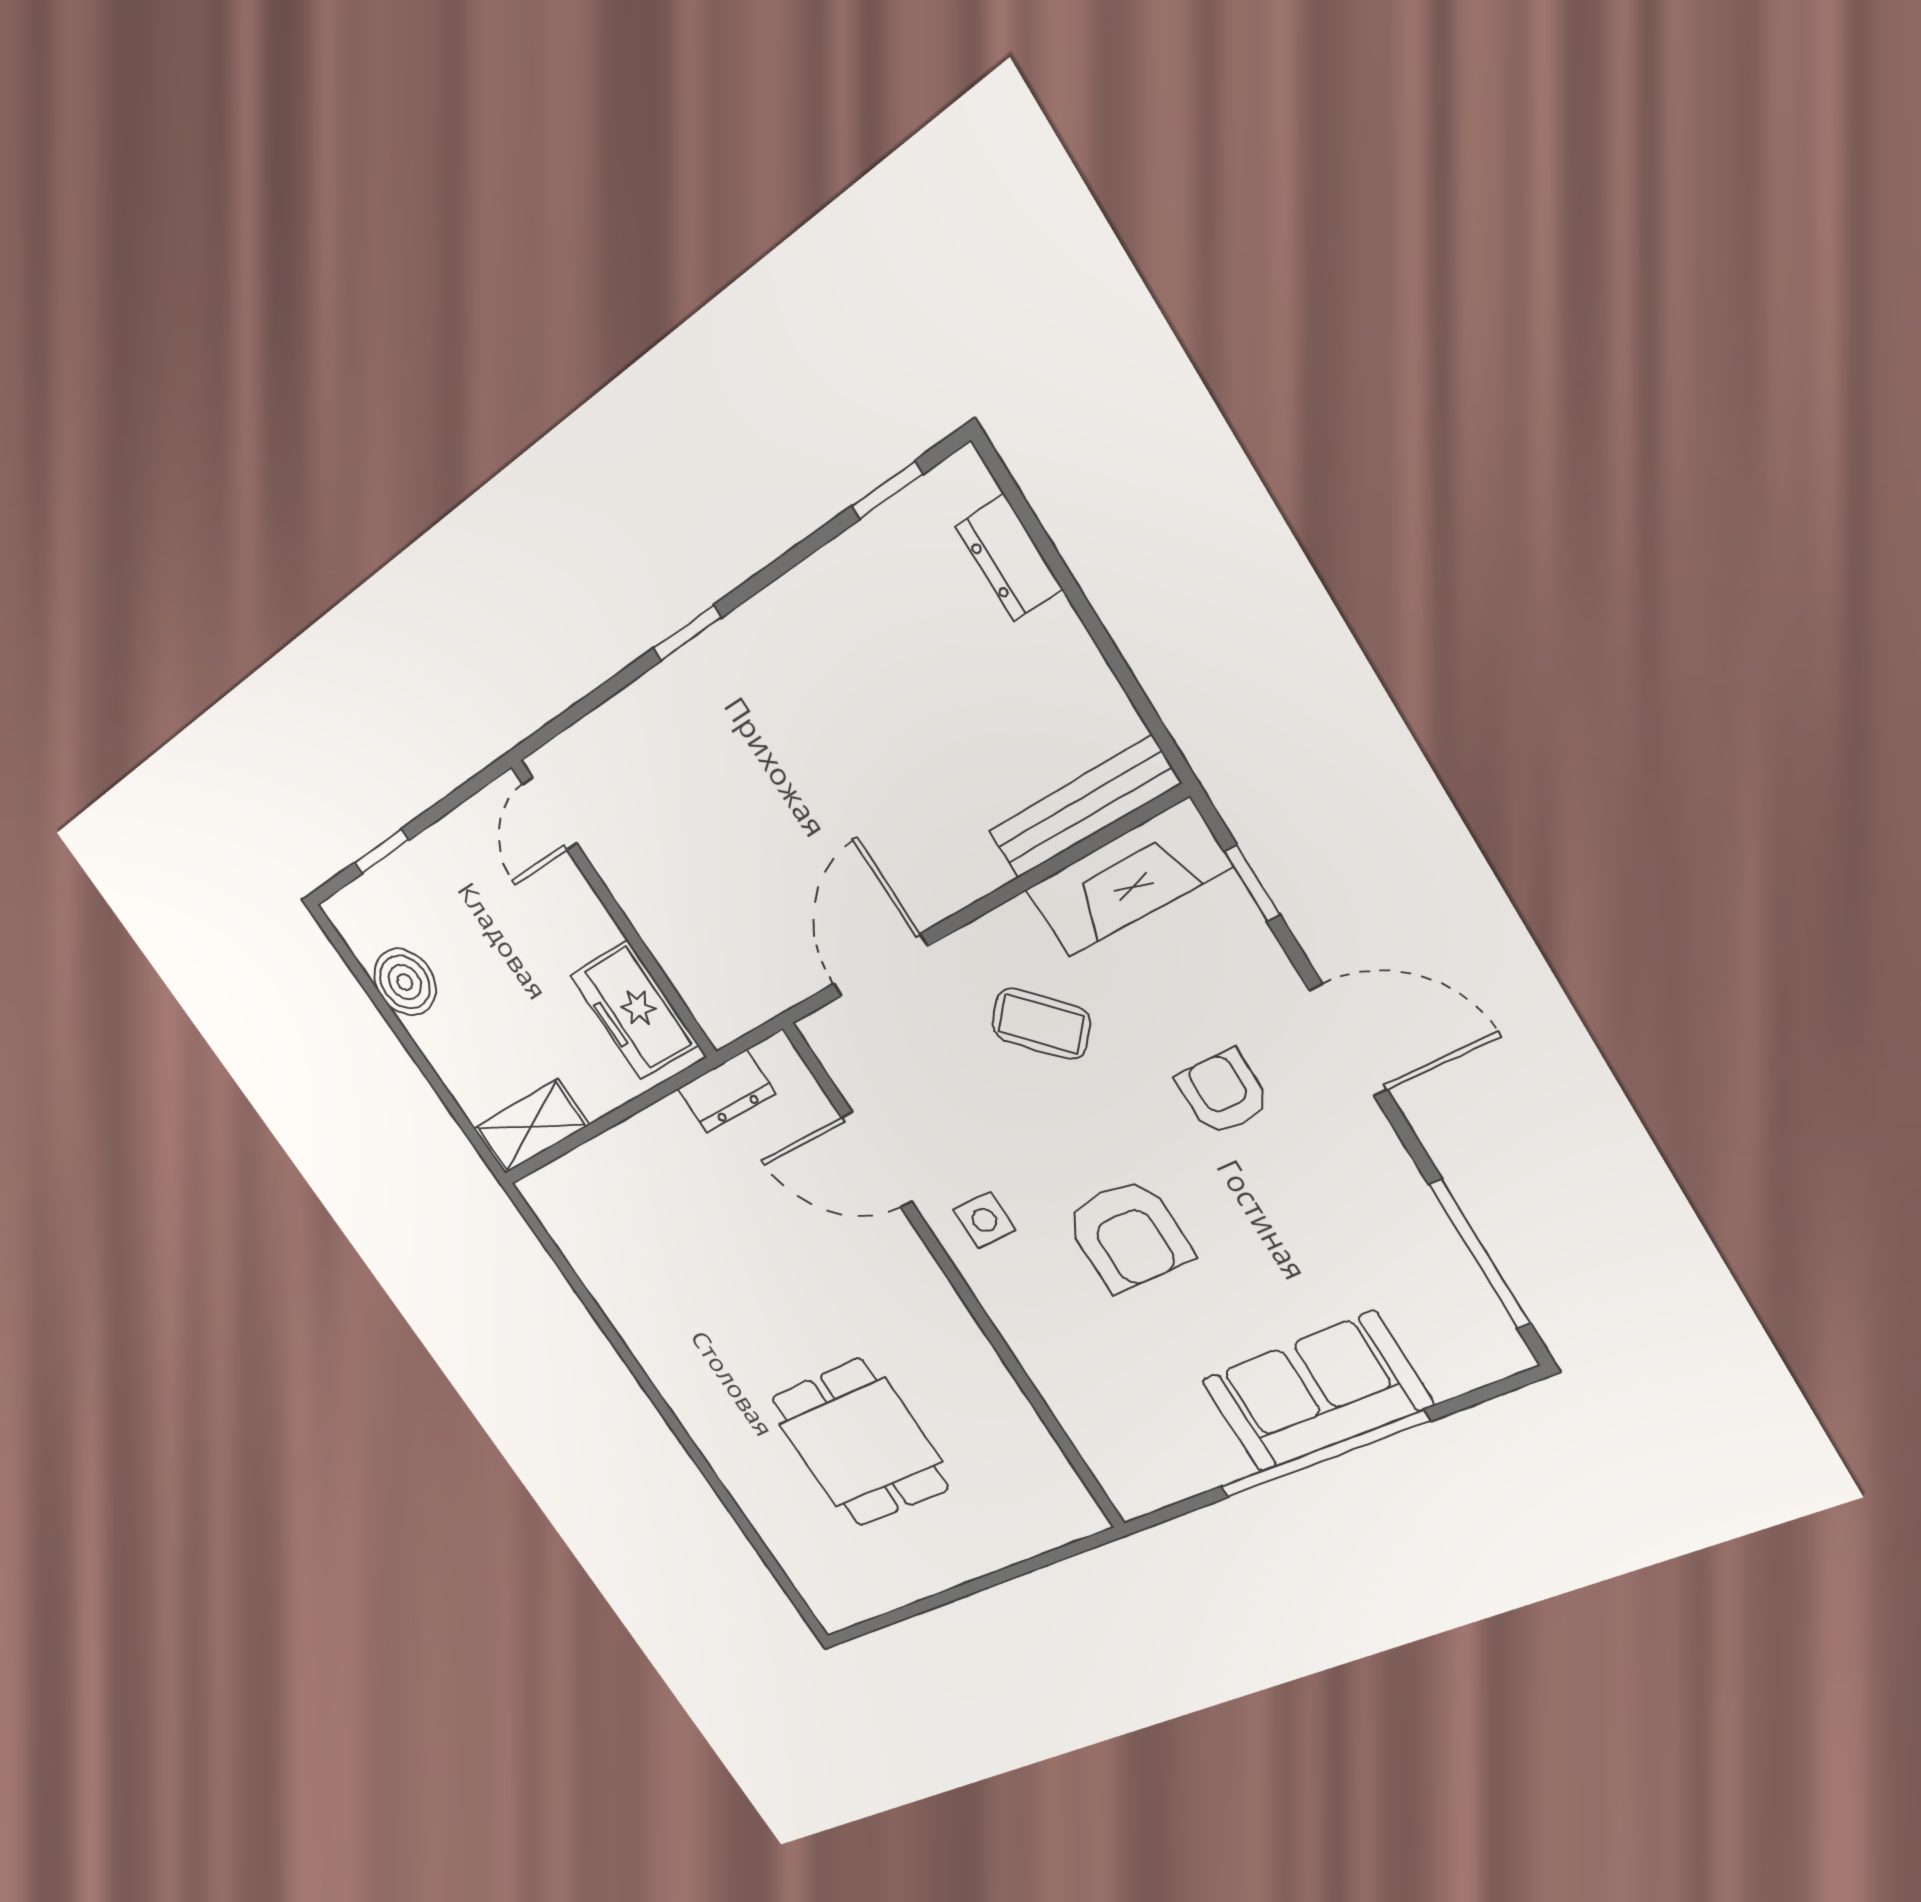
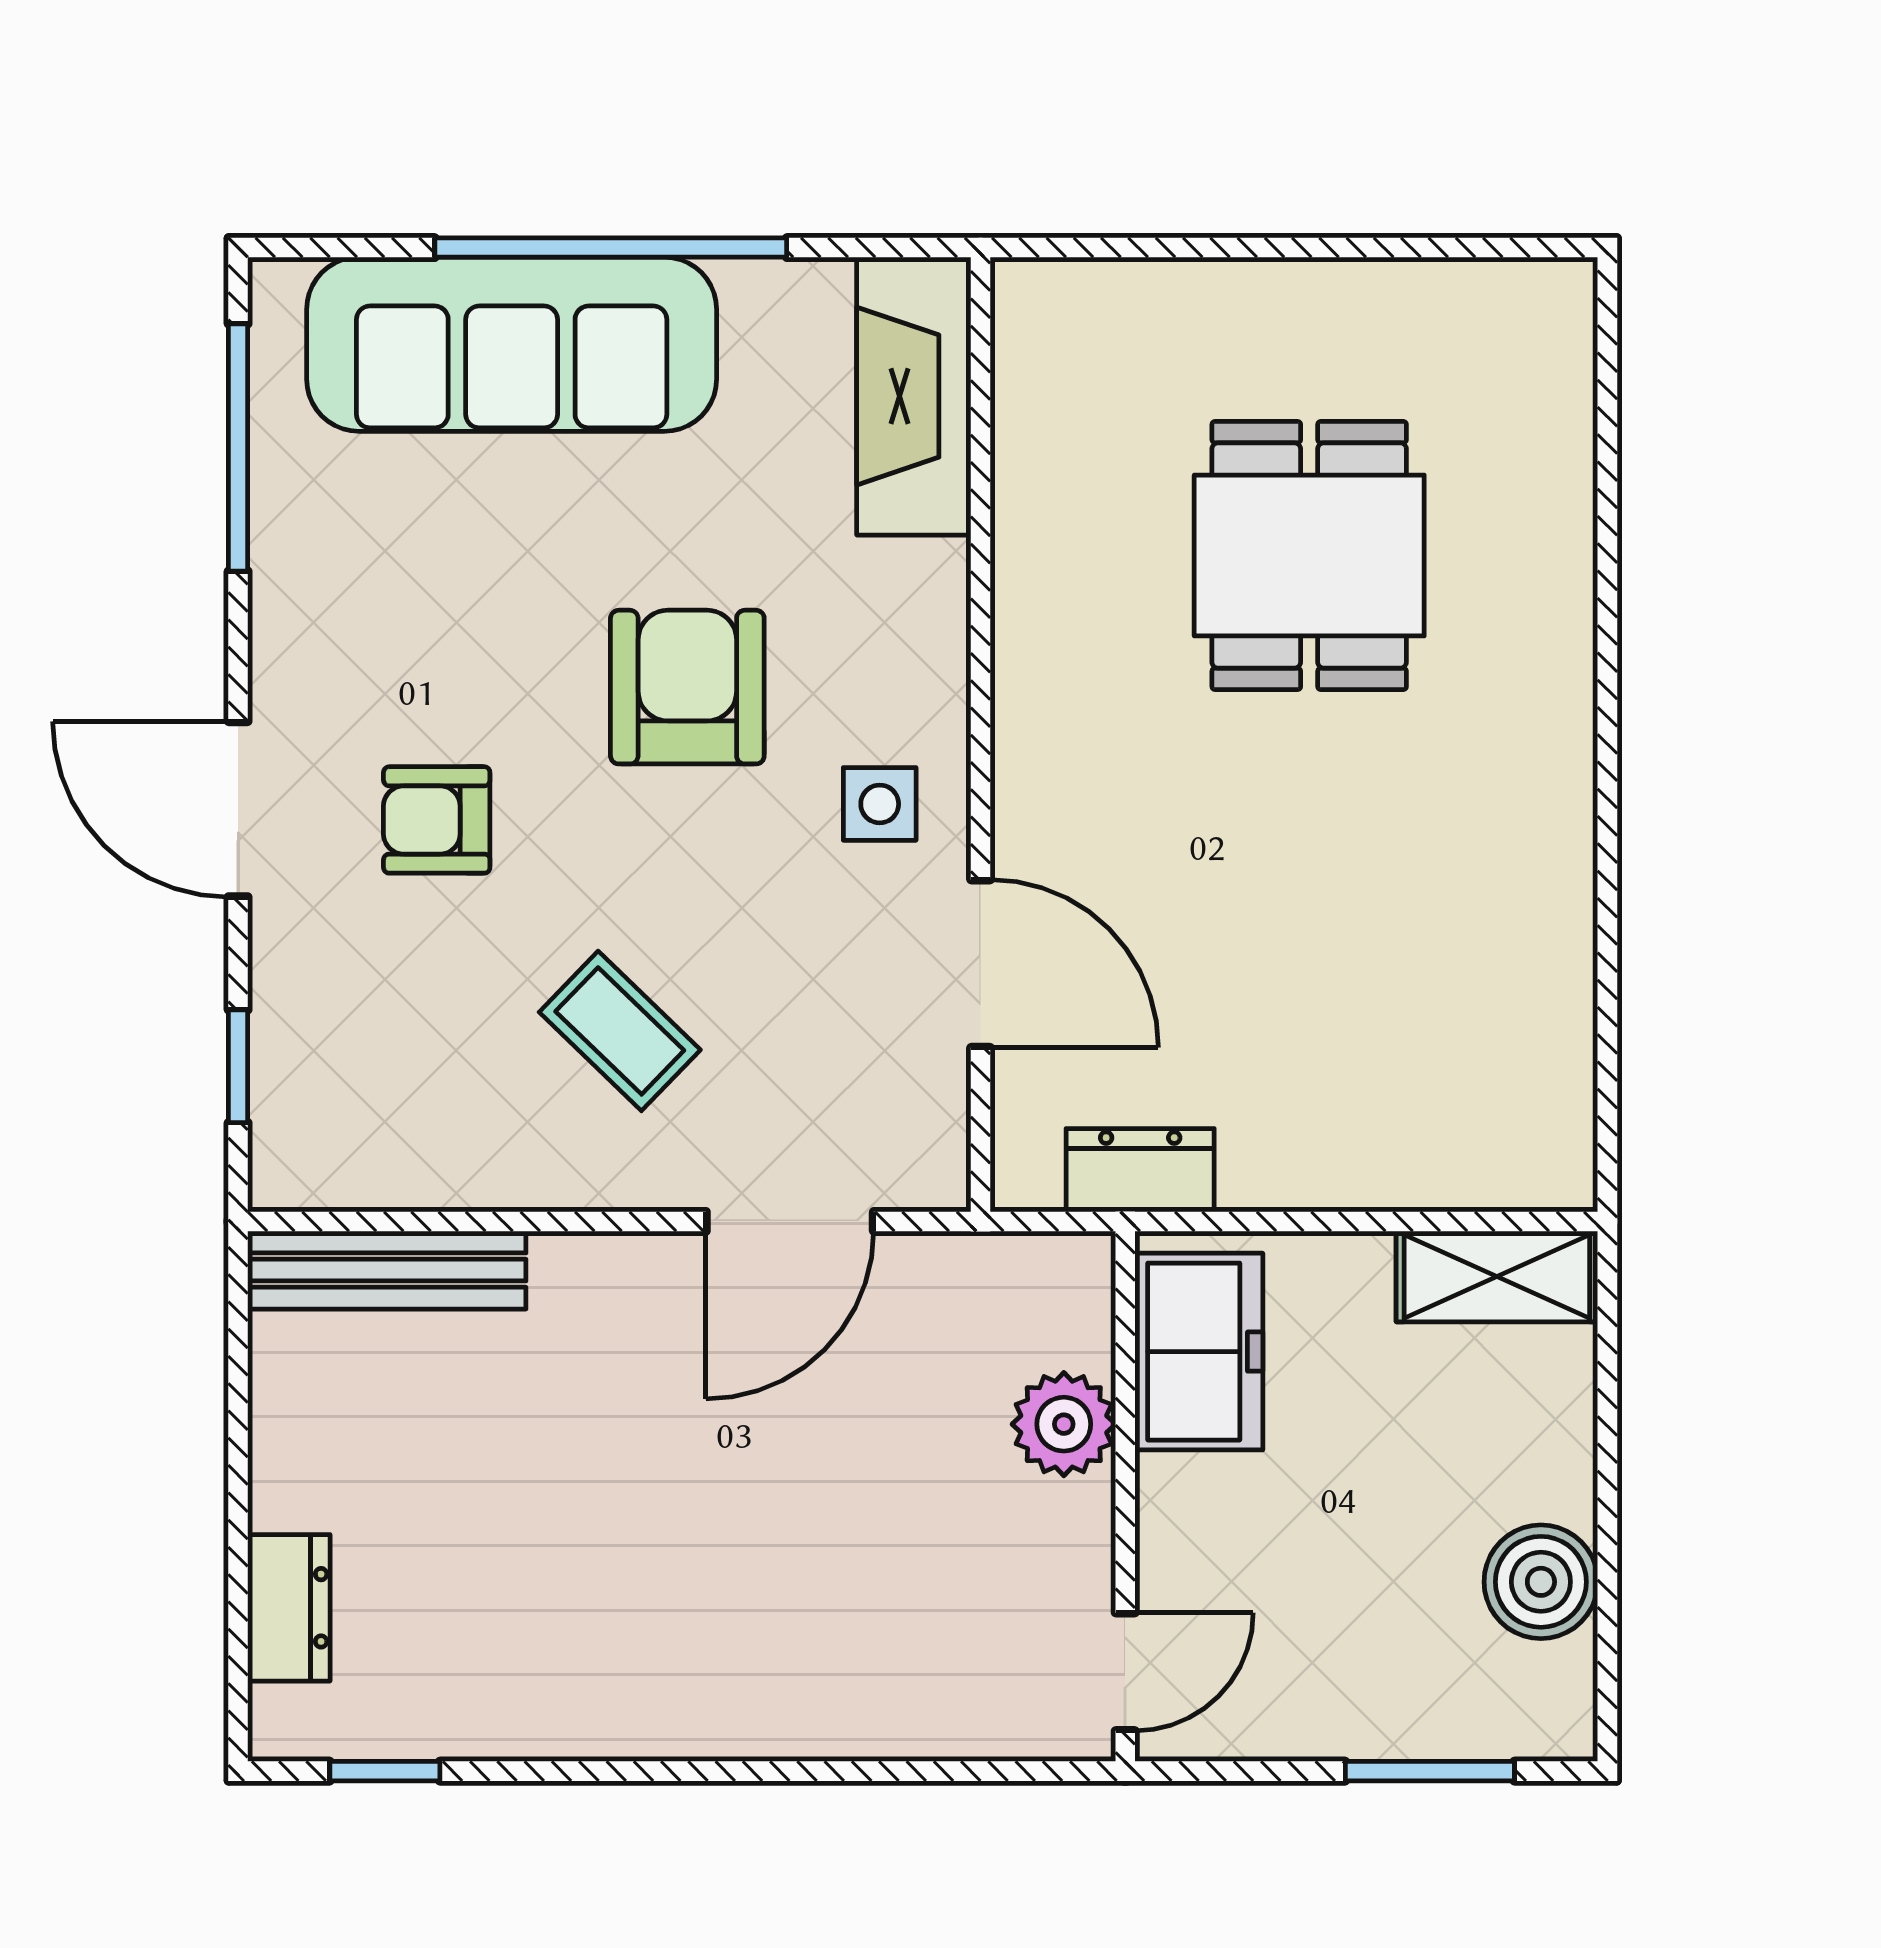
window: (687, 633) -> (758, 1771), removed
window: (381, 852) -> (1430, 1771), width x1.50
fireplace: (1128, 878) -> (914, 396), moved, turned -90
plant: (670, 933) -> (1064, 1424), added
armchair: (1223, 1093) -> (437, 820), turned 90
sofa: (1316, 1393) -> (512, 344), width x1.36

